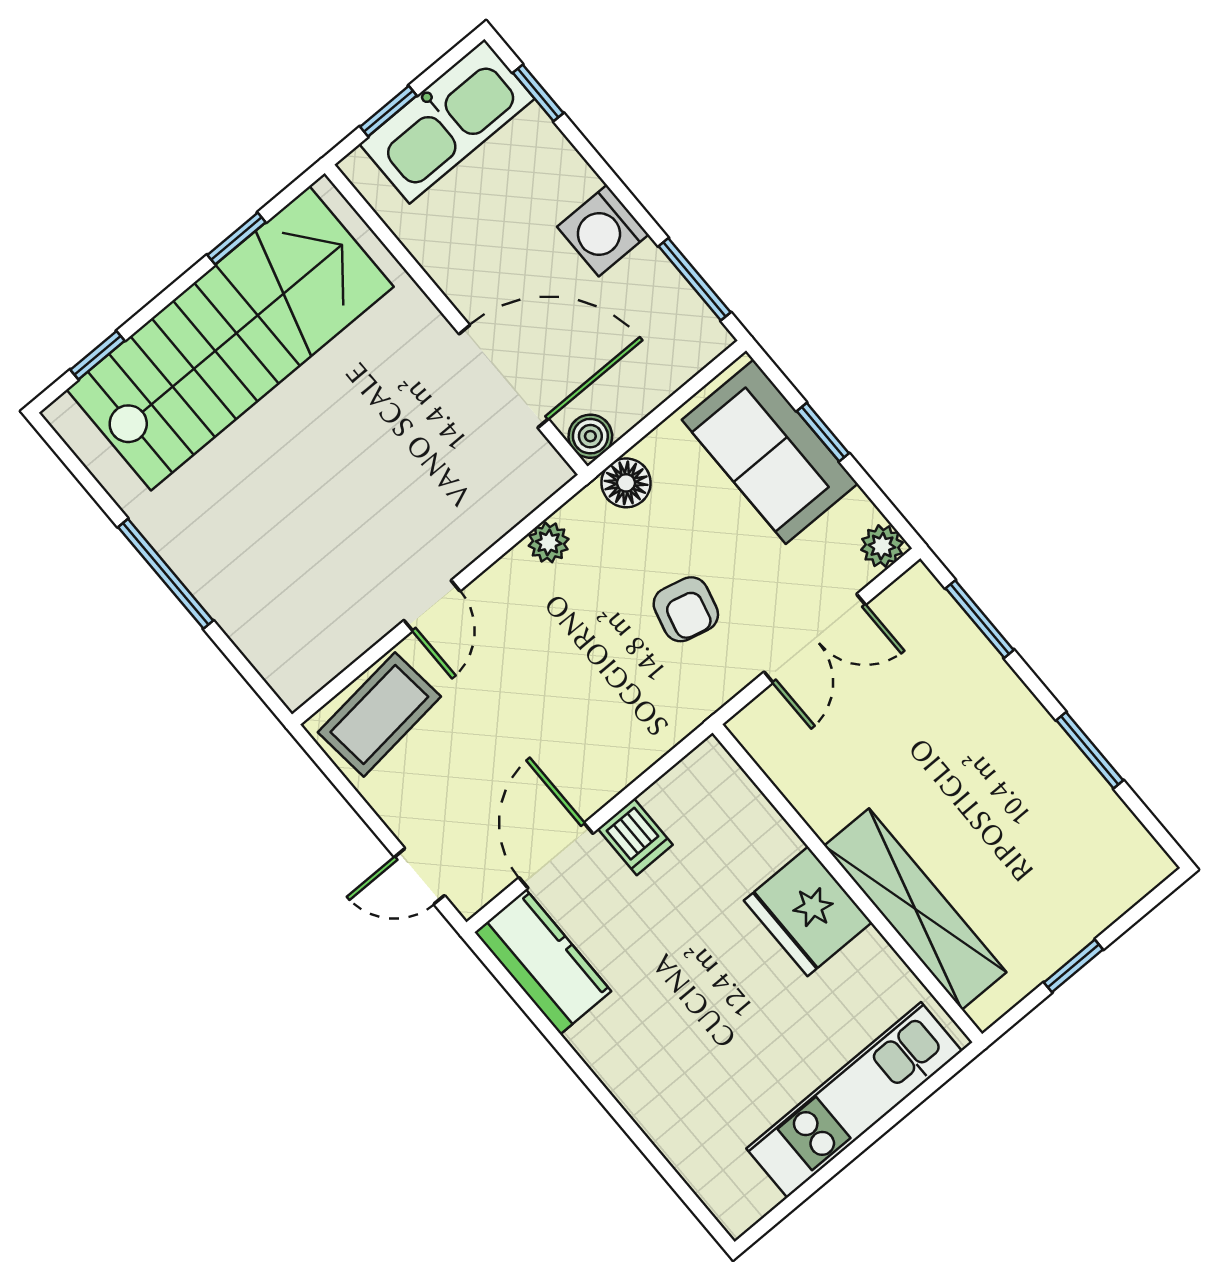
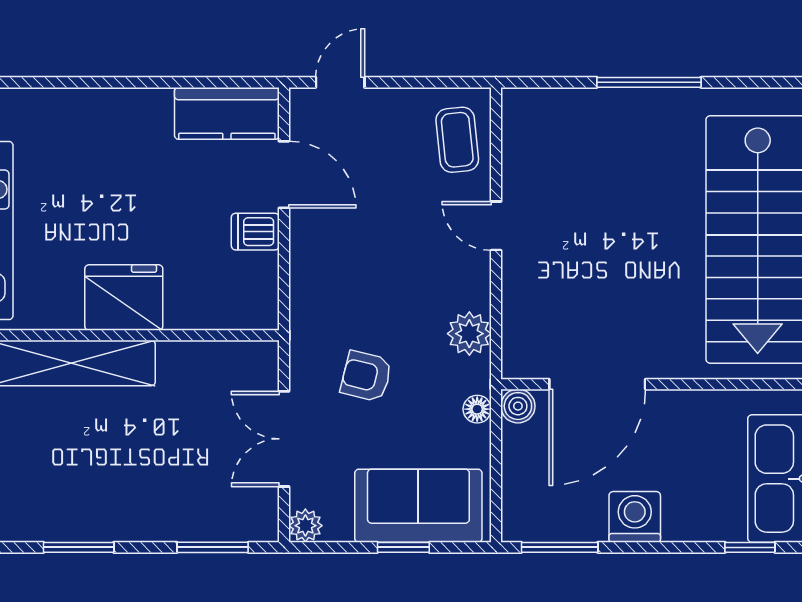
floor lamp: (626, 483) -> (477, 409), width x0.73, depth x0.73
plant: (549, 542) -> (469, 334), width x1.38, depth x1.38
coffee table: (379, 714) -> (457, 140), width x0.73, depth x0.77

